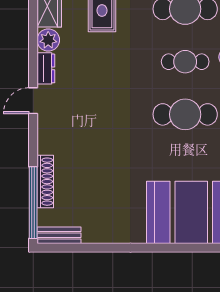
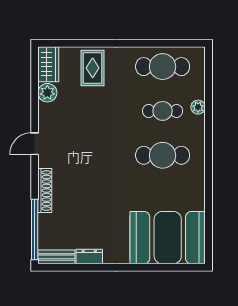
dresser: (46, 68) -> (89, 257), moved, turned -90
shoe rack: (45, 182) -> (45, 191), moved

